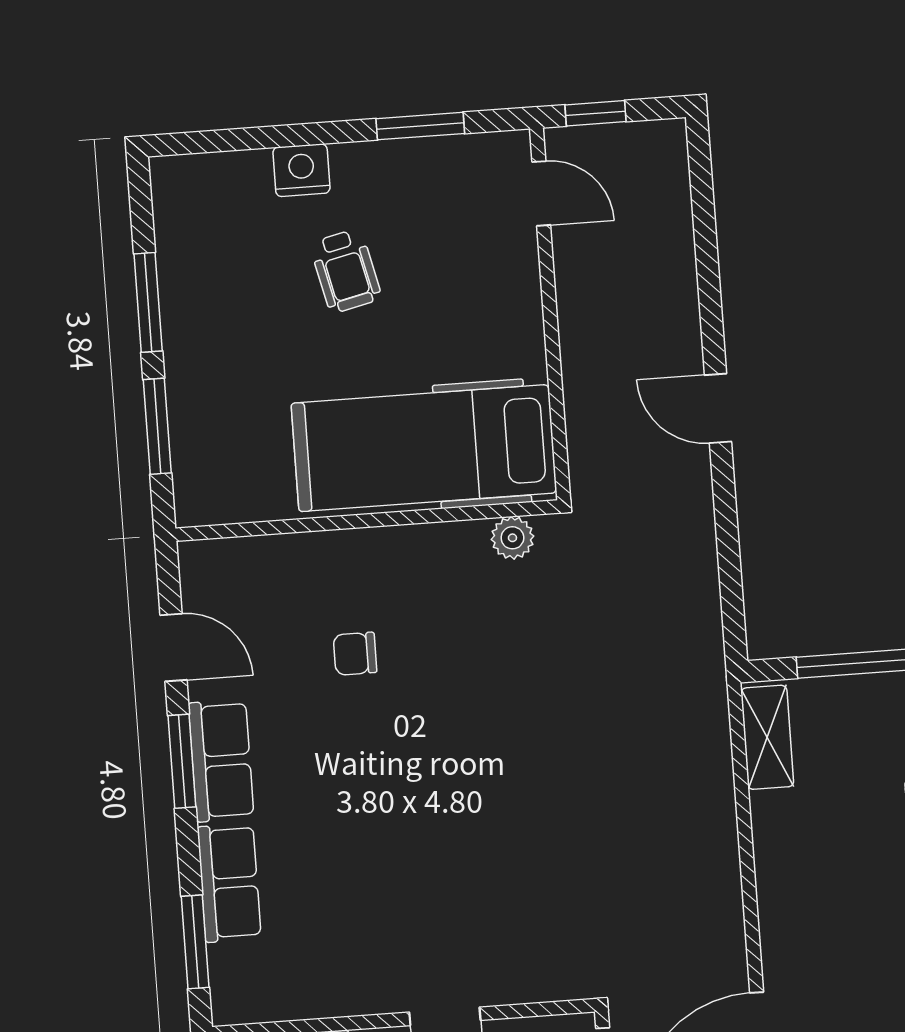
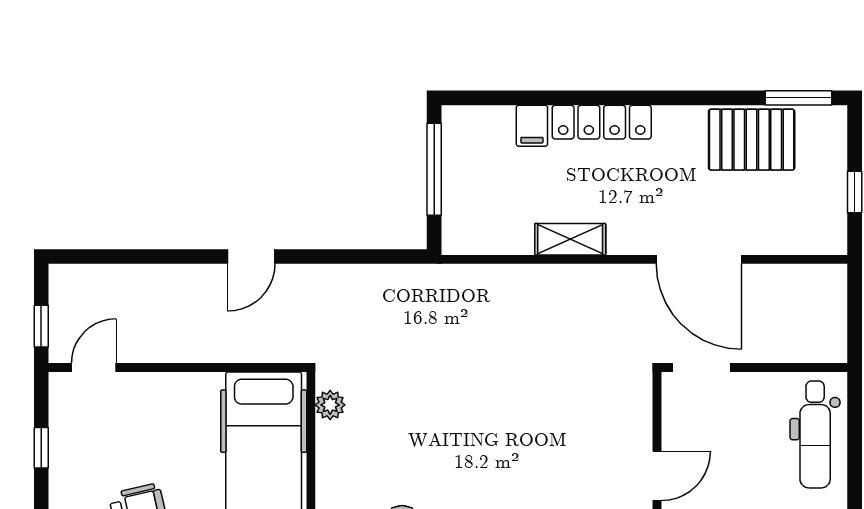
window: (420, 126) -> (41, 448), width x0.67
shelving: (767, 737) -> (570, 239), moved

